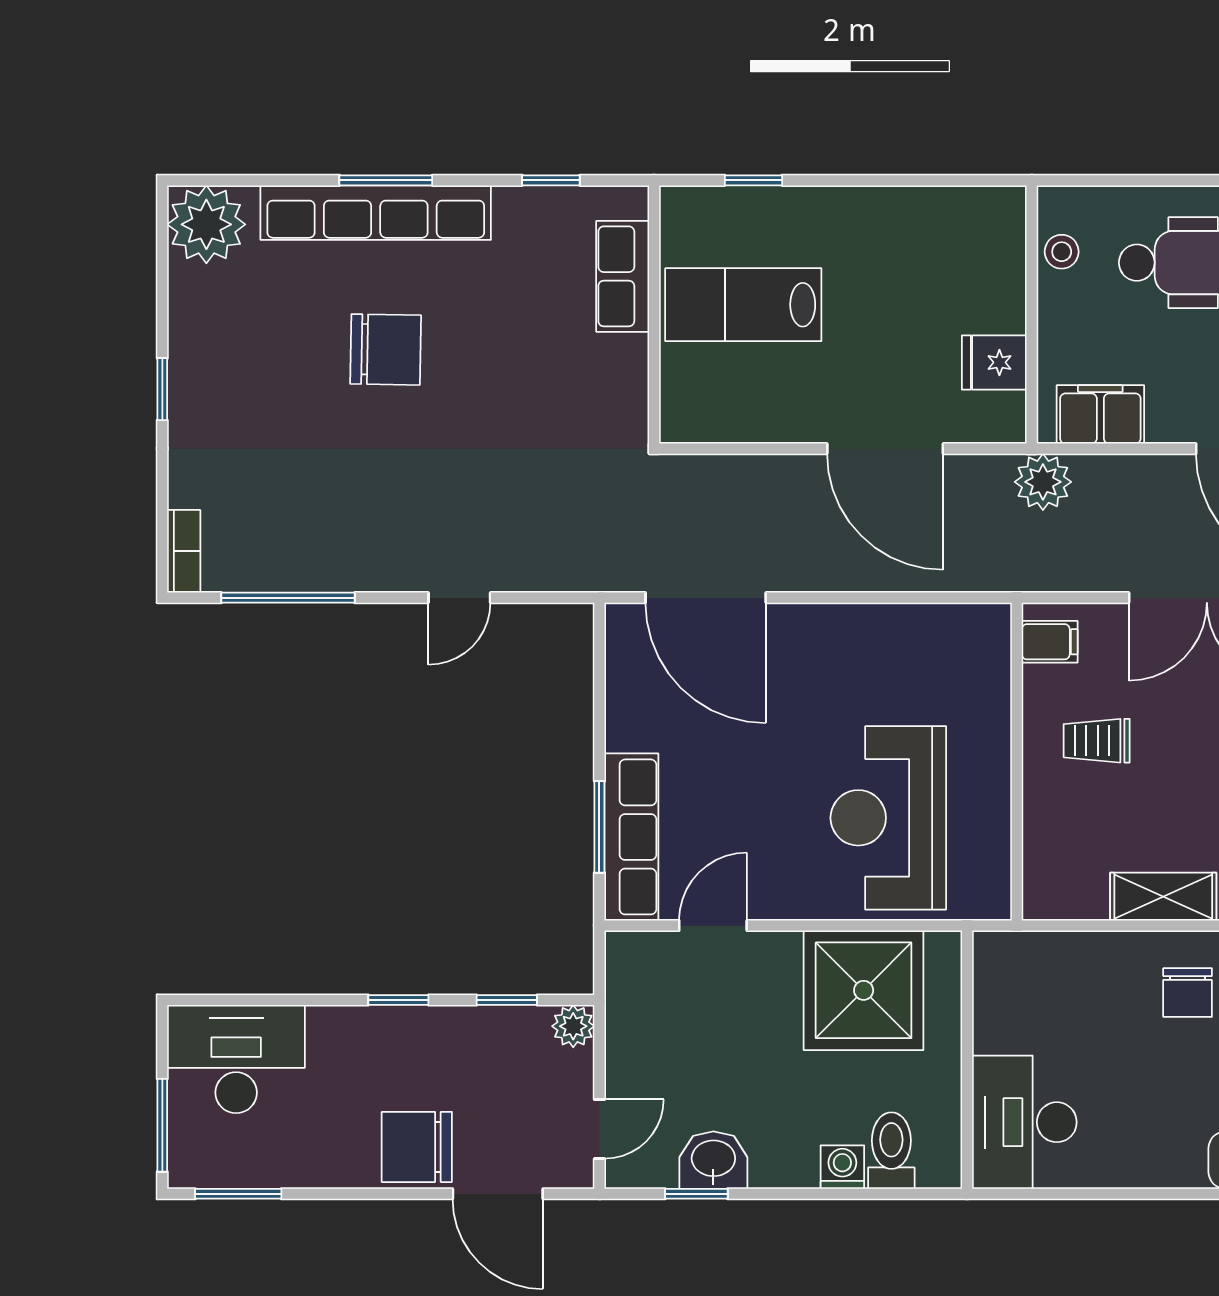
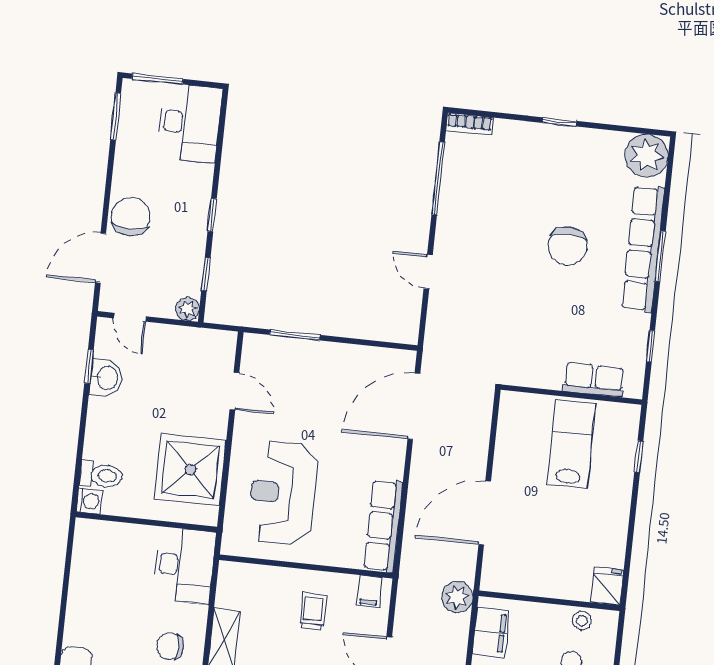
fridge: (994, 362) -> (607, 586), moved
reception desk: (888, 818) -> (283, 493), turned -90
row of seats: (631, 837) -> (383, 526), moved, turned 90
desk: (1024, 1122) -> (184, 565), moved, turned 90
washing machine: (842, 1167) -> (89, 501), moved

